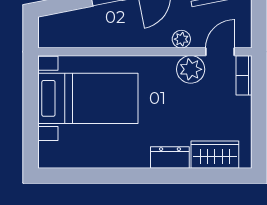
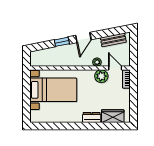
door: (220, 52) -> (115, 68), hinge flipped

